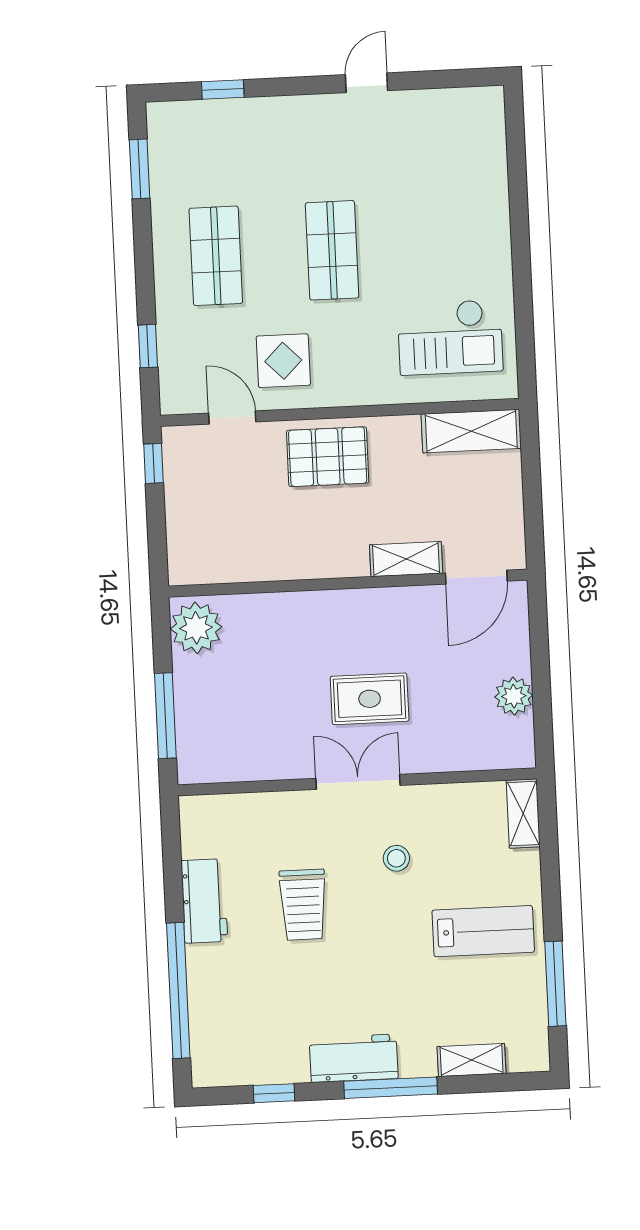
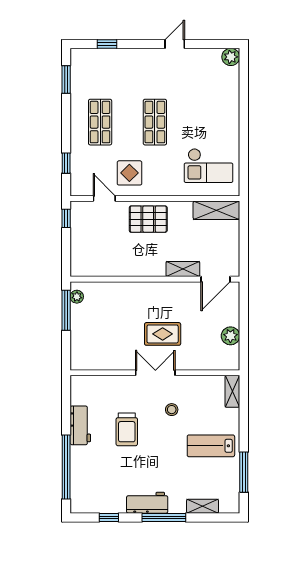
plant: (486, 105) -> (231, 57), added
plant: (196, 628) -> (77, 297), width x0.53, depth x0.53
window: (165, 716) -> (66, 310), moved
lab bench: (483, 931) -> (211, 446), turned 180

